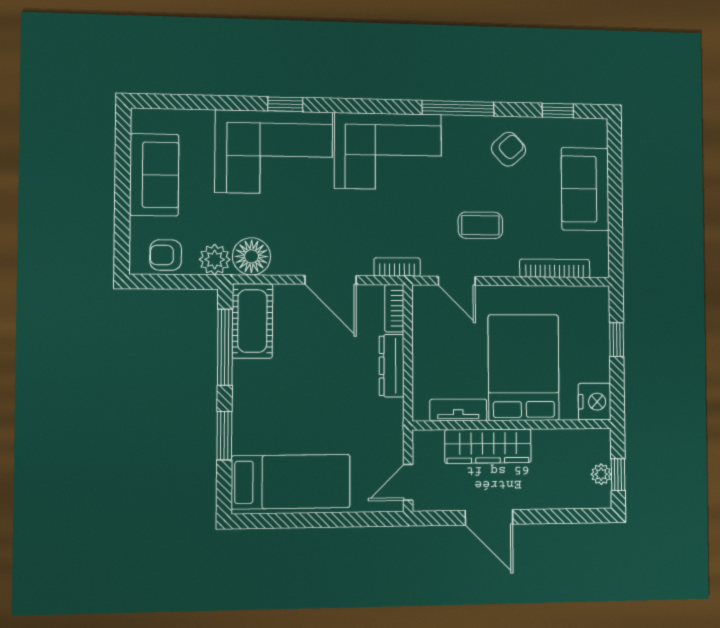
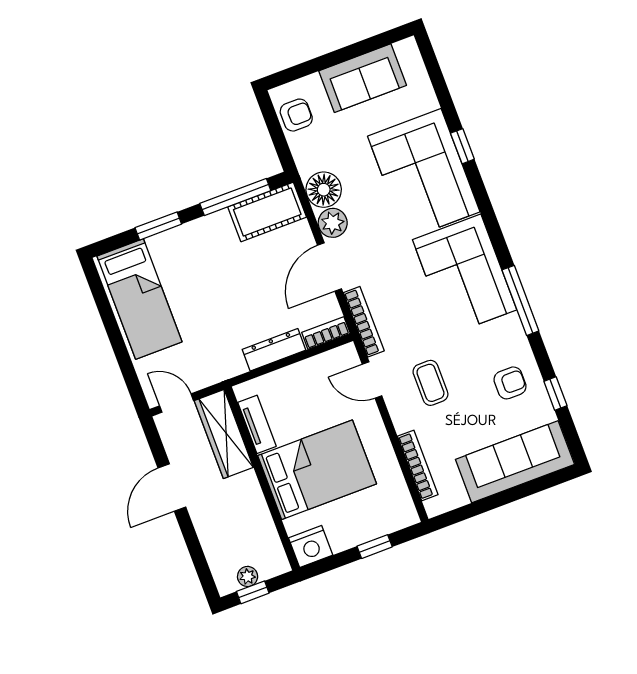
window: (285, 104) -> (462, 146), moved
window: (458, 108) -> (520, 300), moved
window: (558, 111) -> (555, 394), moved
armchair: (509, 149) -> (510, 383), turned -48
sofa: (585, 189) -> (515, 462), width x1.36
armchair: (166, 255) -> (296, 115), turned 90
plant: (215, 260) -> (333, 223), moved
bookcase: (397, 267) -> (364, 322), width x1.56
door: (457, 281) -> (372, 380), hinge flipped
wardrobe: (488, 446) -> (224, 434), moved

